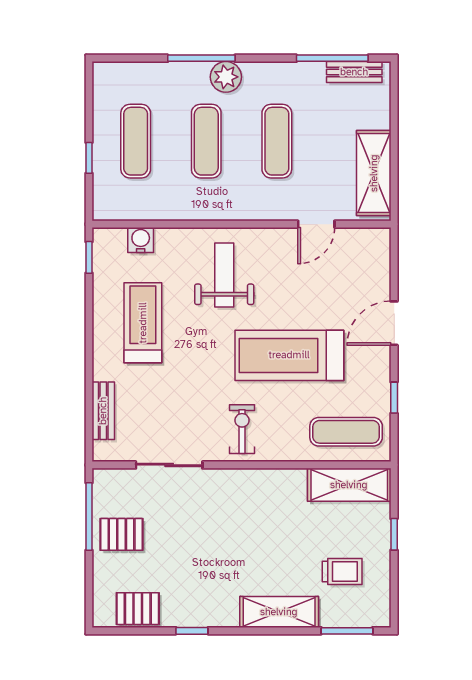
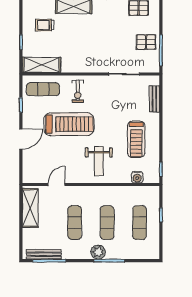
bench: (354, 72) -> (44, 254), width x1.36
exercise bike: (242, 429) -> (78, 91), moved

